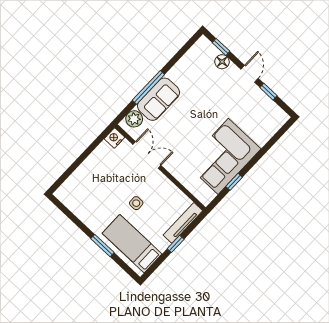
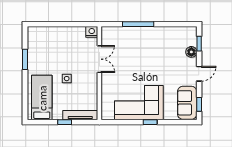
window: (268, 92) -> (199, 104), moved
sofa: (159, 99) -> (187, 103), moved, turned 90
plant: (134, 119) -> (113, 33), removed
window: (234, 182) -> (150, 122), moved
window: (102, 246) -> (25, 59), moved

